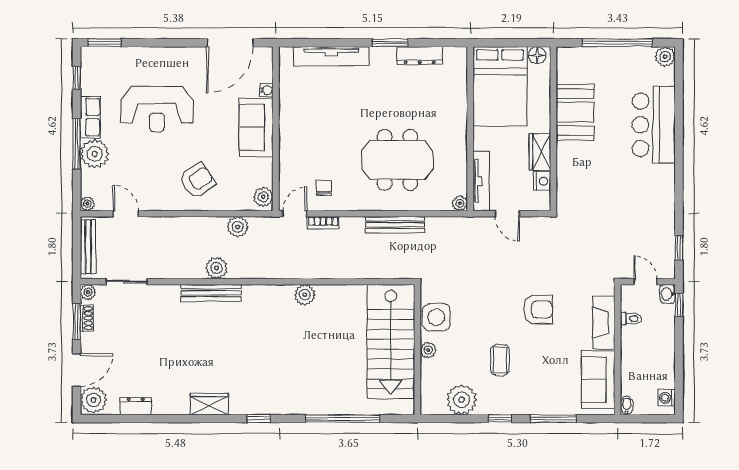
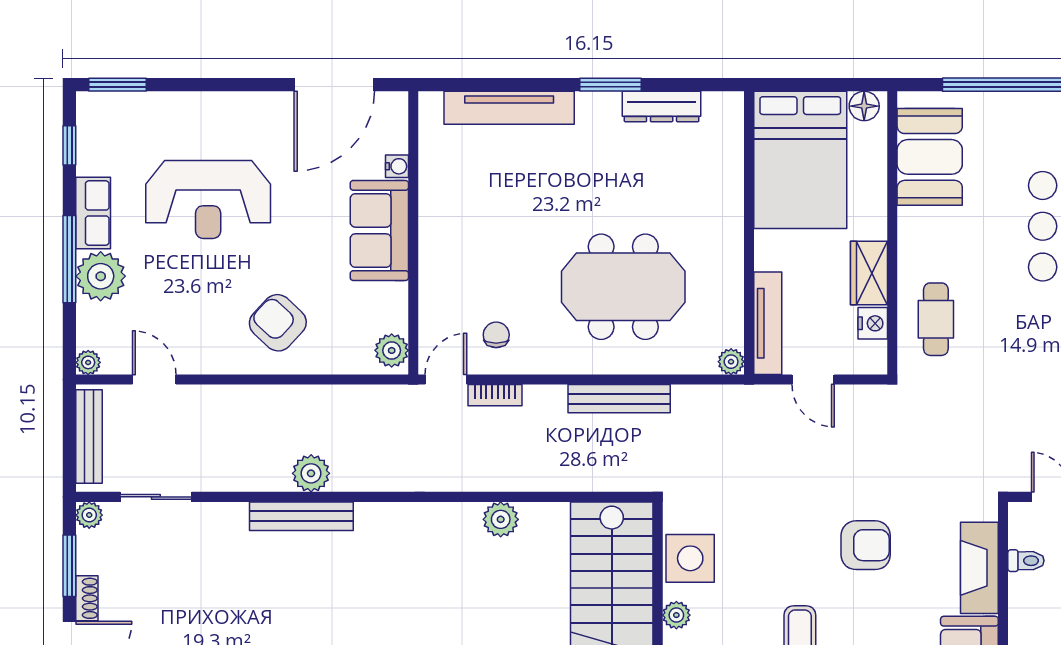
booth: (575, 112) -> (930, 157), moved
cafe table: (579, 179) -> (936, 319), added
armchair: (197, 181) -> (278, 323), turned -103
plant: (238, 227) -> (348, 402), removed
plant: (305, 295) -> (501, 519), moved
shoe rack: (87, 318) -> (87, 598), moved

